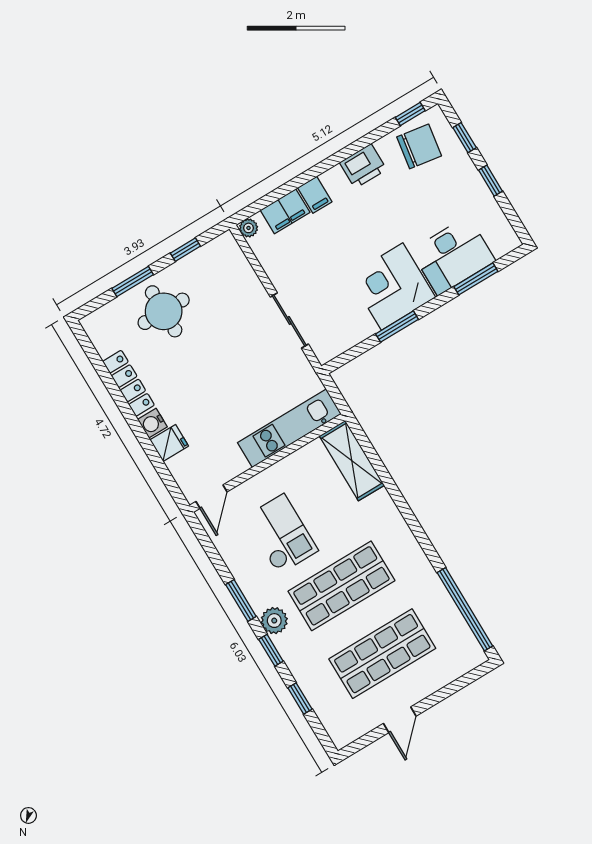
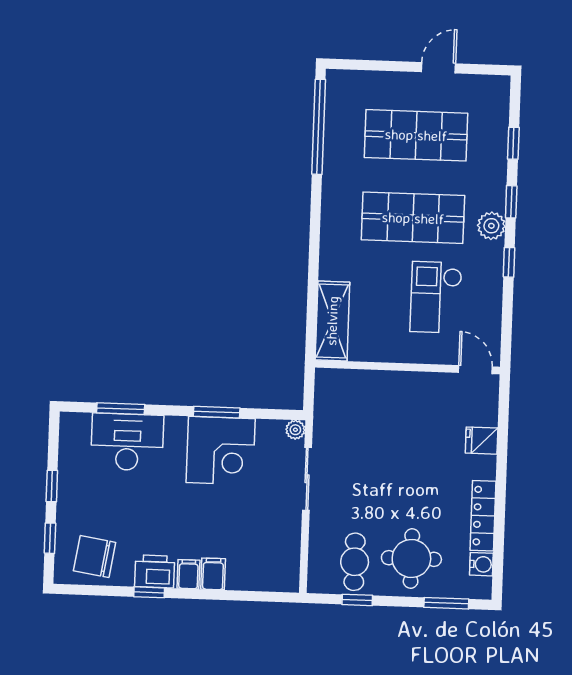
window: (410, 114) -> (149, 592), moved
filing cabinet: (285, 211) -> (188, 574), moved, width x0.50
plant: (249, 228) -> (295, 430), moved
cafe table: (208, 279) -> (355, 562), added
window: (133, 281) -> (446, 603), moved
corner desk: (392, 286) -> (221, 451), moved
water cooler: (152, 423) -> (481, 564), moved
kitchen unit: (289, 428) -> (368, 385), removed
door: (211, 497) -> (475, 370), hinge flipped
window: (241, 600) -> (509, 262), width x0.67

